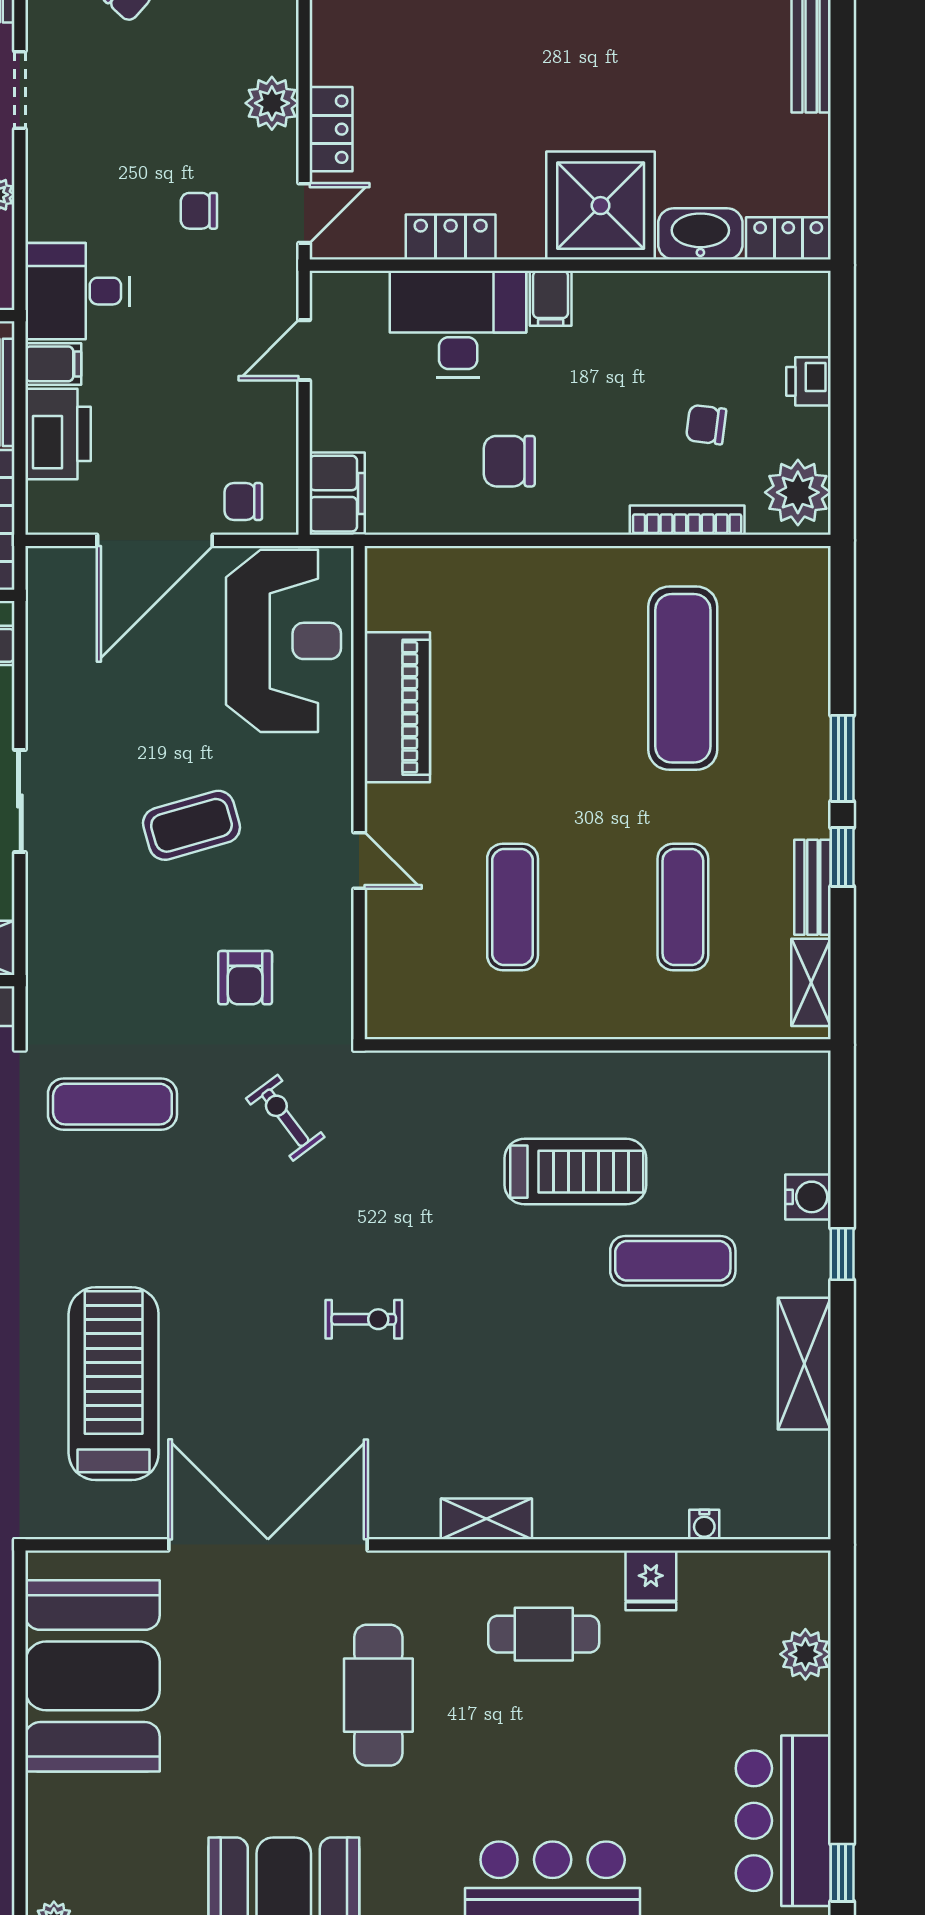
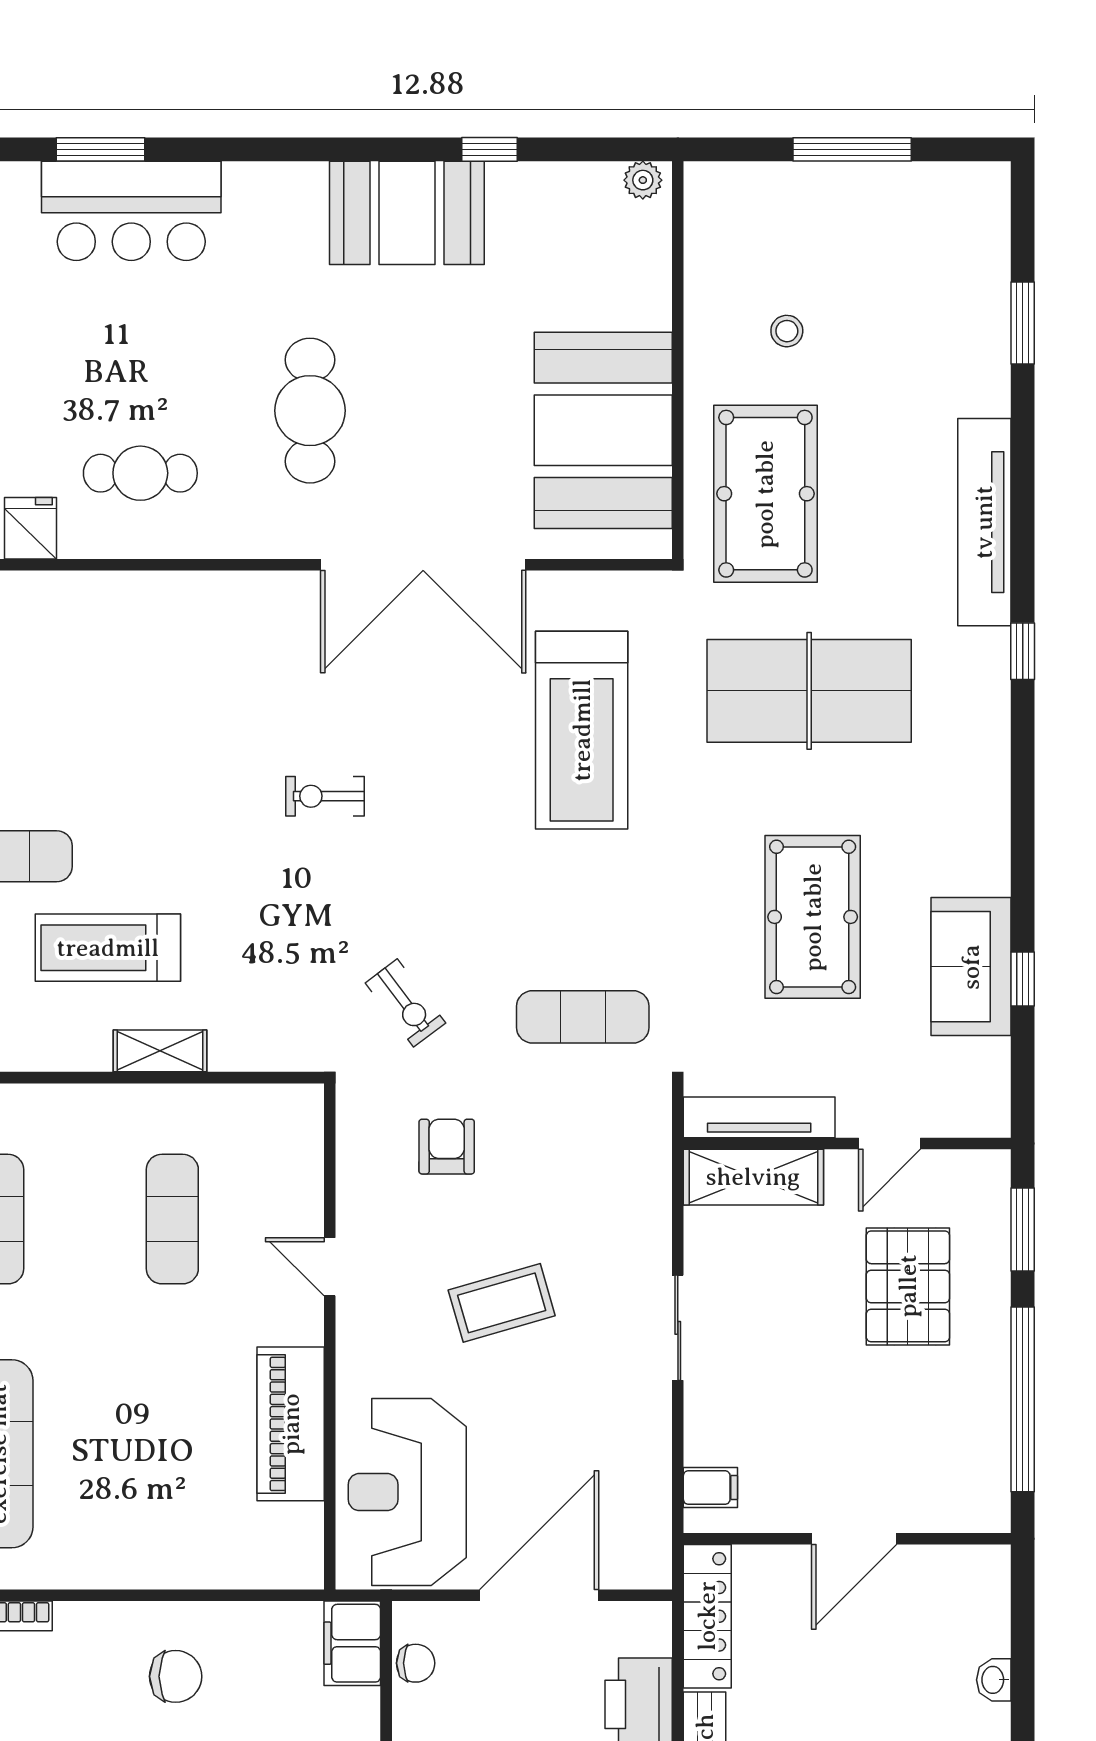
chair: (243, 501) -> (416, 1663), moved
shelving: (486, 1519) -> (160, 1051), moved

